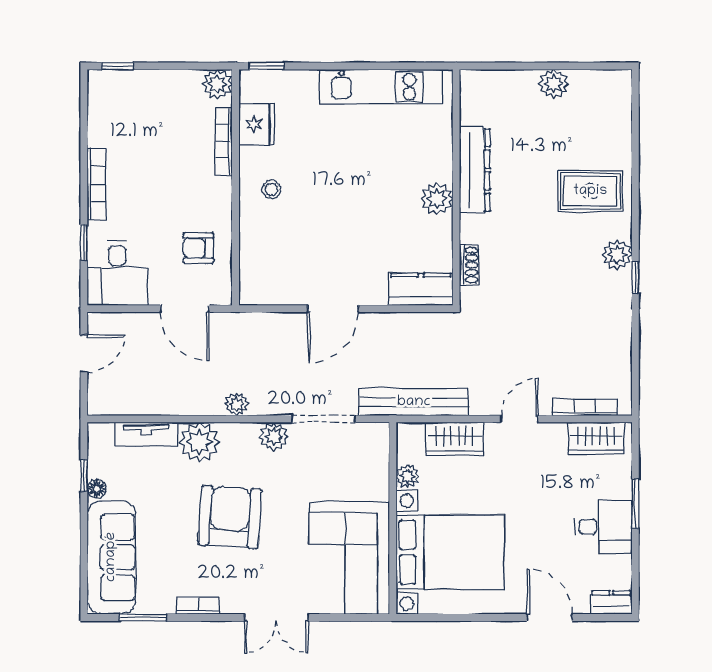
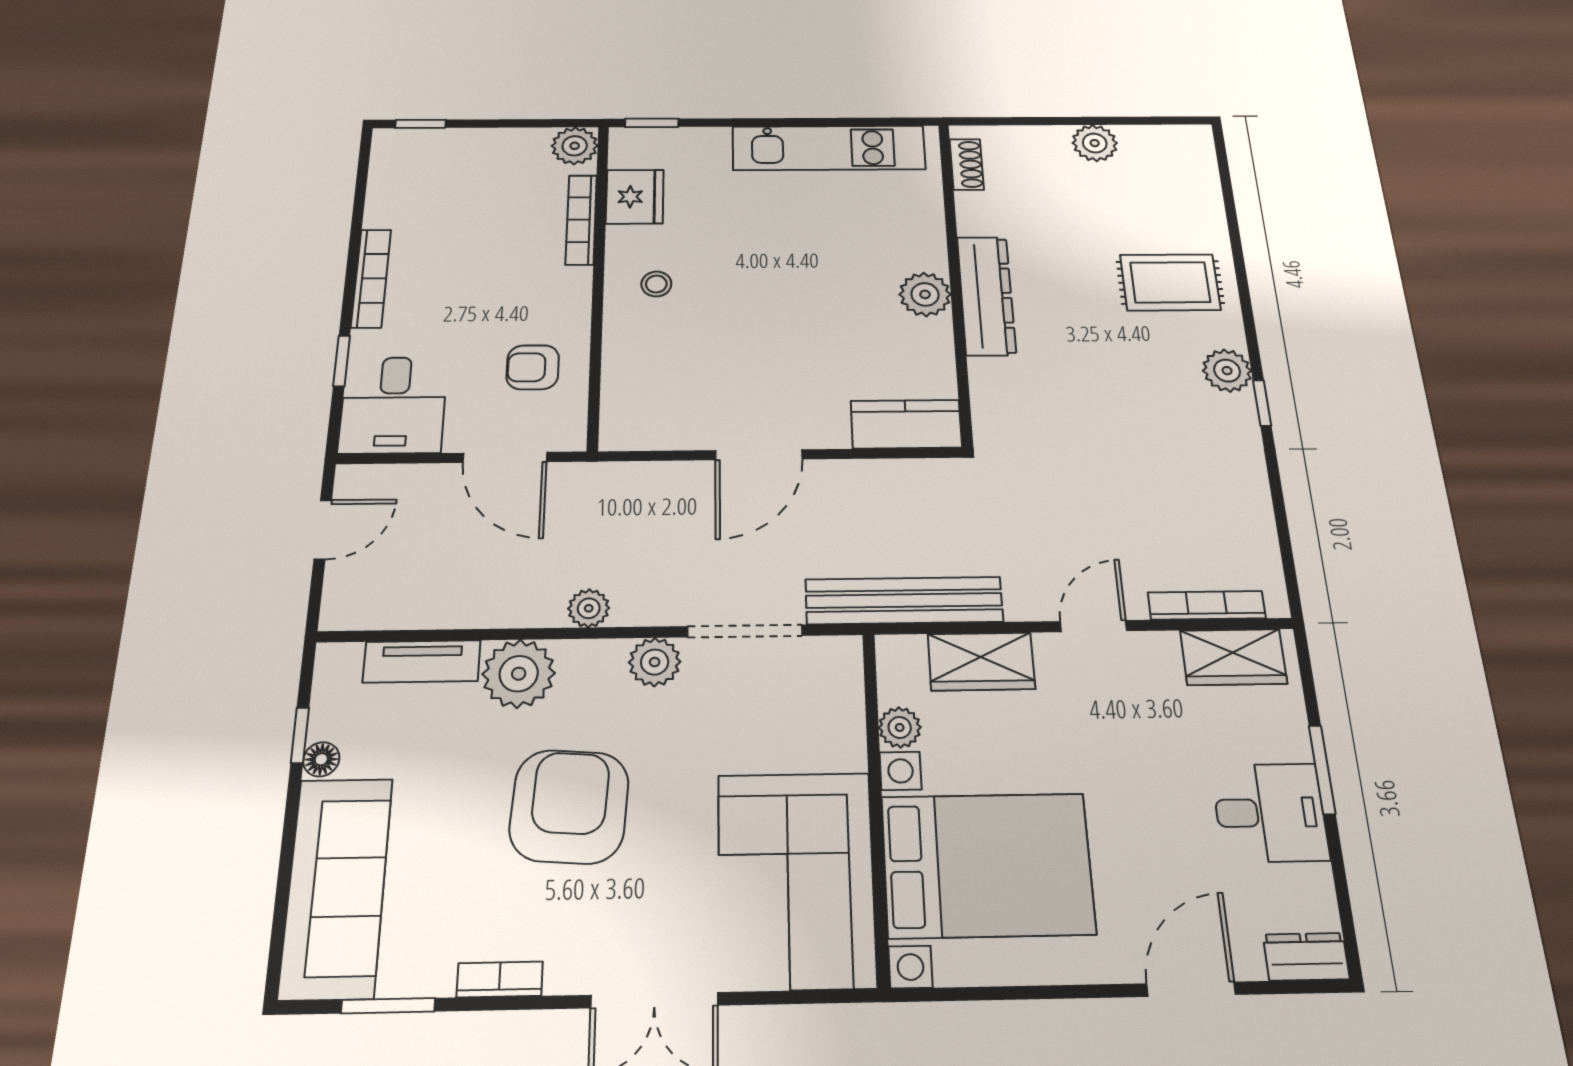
dresser: (475, 170) -> (986, 296), moved
shoe rack: (469, 265) -> (967, 164), moved
door: (550, 617) -> (1191, 989), hinge flipped

